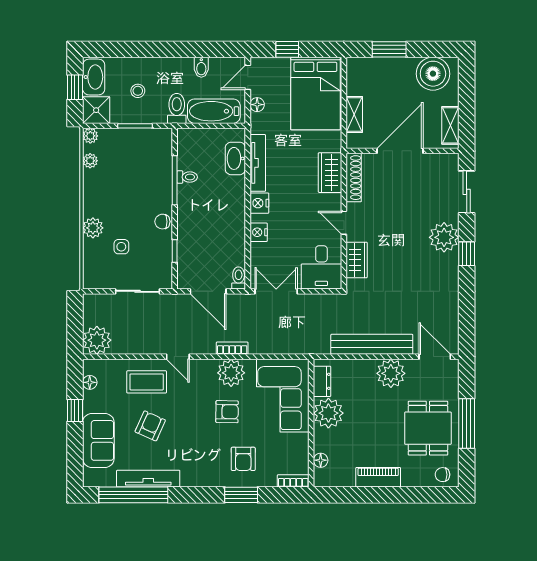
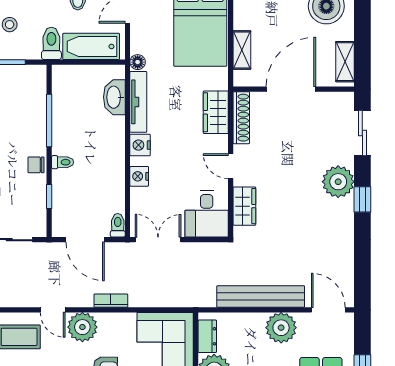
floor lamp: (257, 105) -> (138, 62), moved
toilet: (187, 177) -> (63, 162), moved
plant: (231, 373) -> (82, 327), moved

